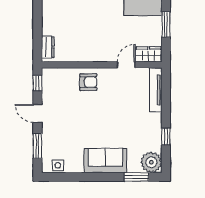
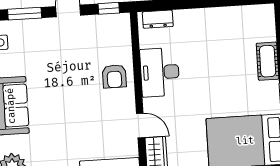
desk: (87, 48) -> (160, 72), added

